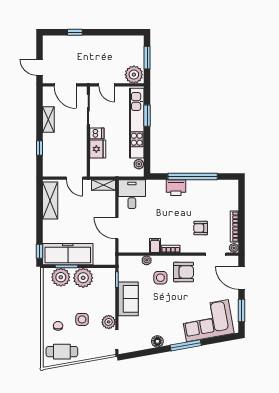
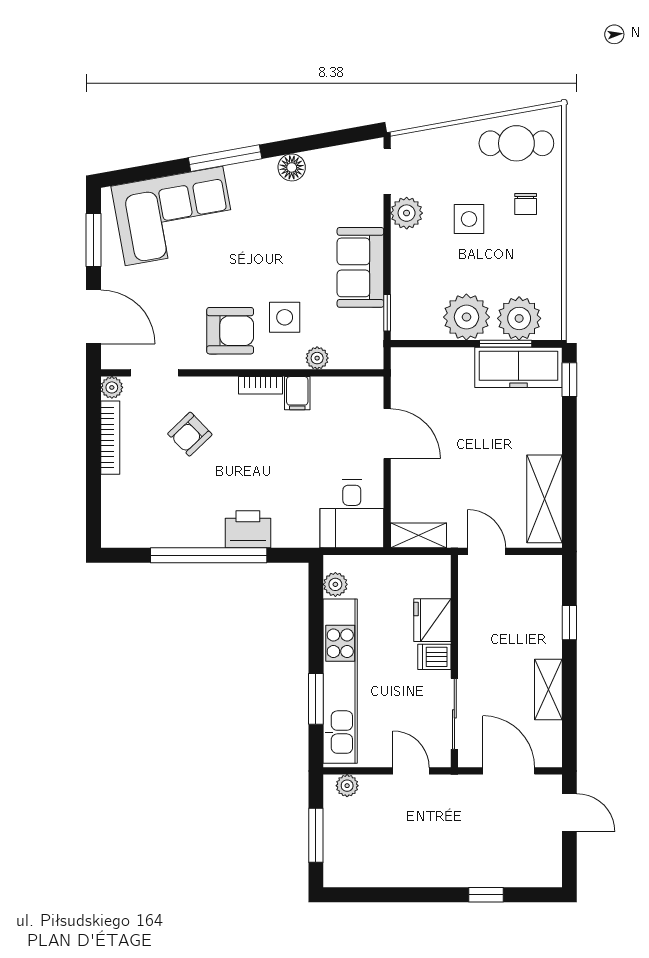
plant: (134, 75) -> (347, 786), width x0.53, depth x0.53
armchair: (201, 228) -> (190, 434), turned 136
freezer: (68, 254) -> (519, 367), width x0.73, depth x0.79
armchair: (184, 272) -> (230, 331), turned 180

